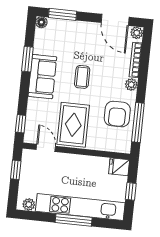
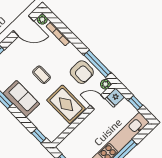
plant: (131, 85) -> (105, 84), moved
door: (46, 148) -> (97, 102), moved

